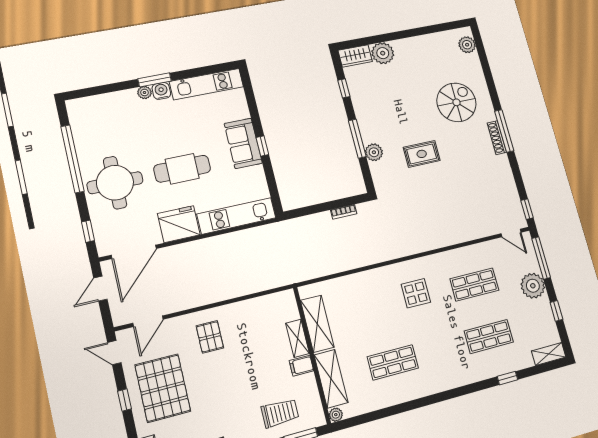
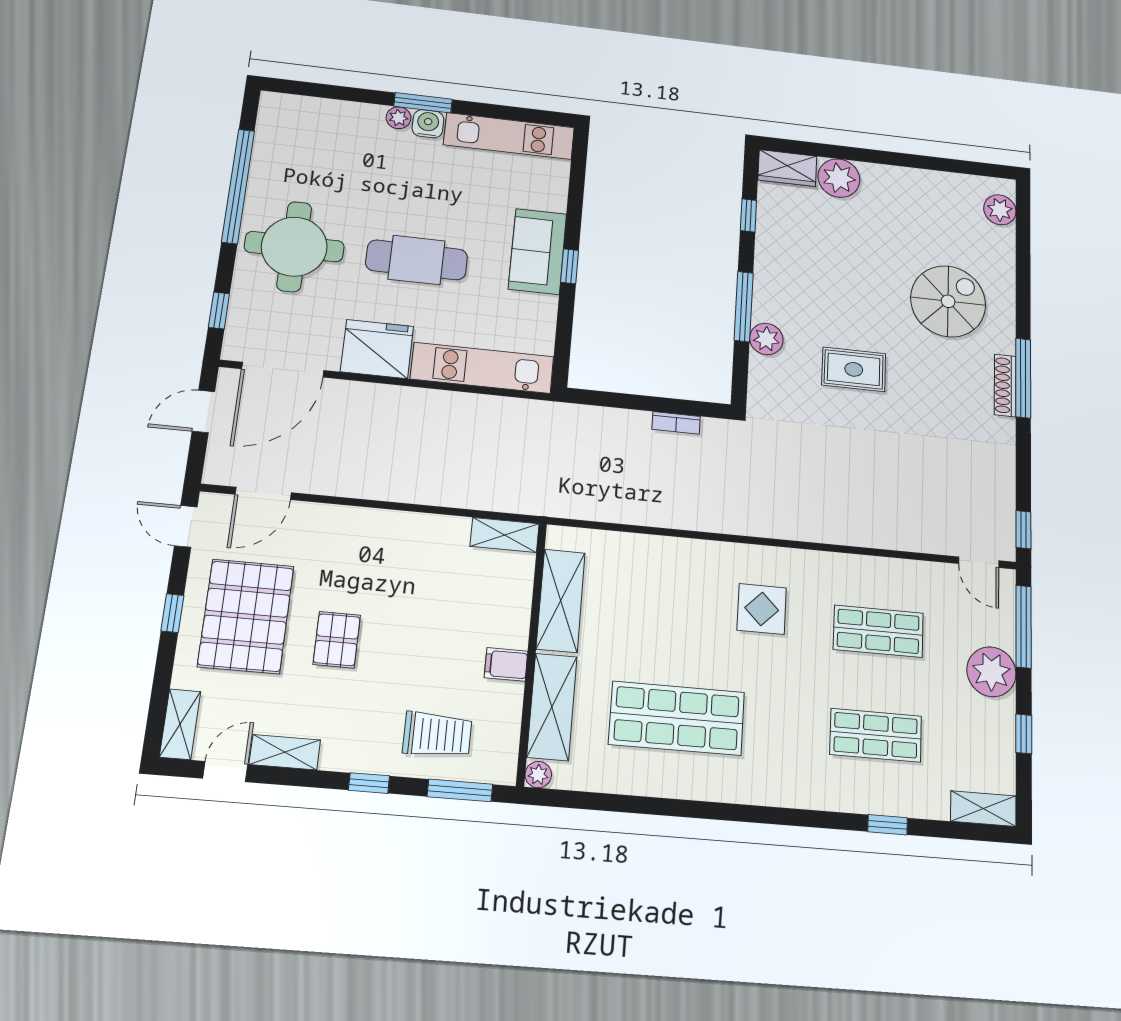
pallet: (210, 337) -> (337, 640), moved
shelving: (298, 338) -> (505, 535), moved, turned 90
shop shelf: (393, 362) -> (677, 718), width x1.43, depth x1.36

